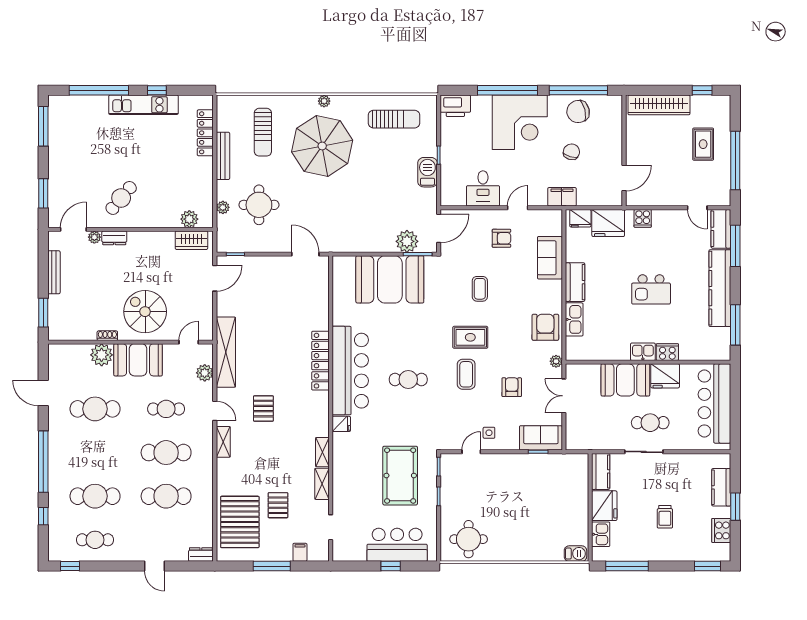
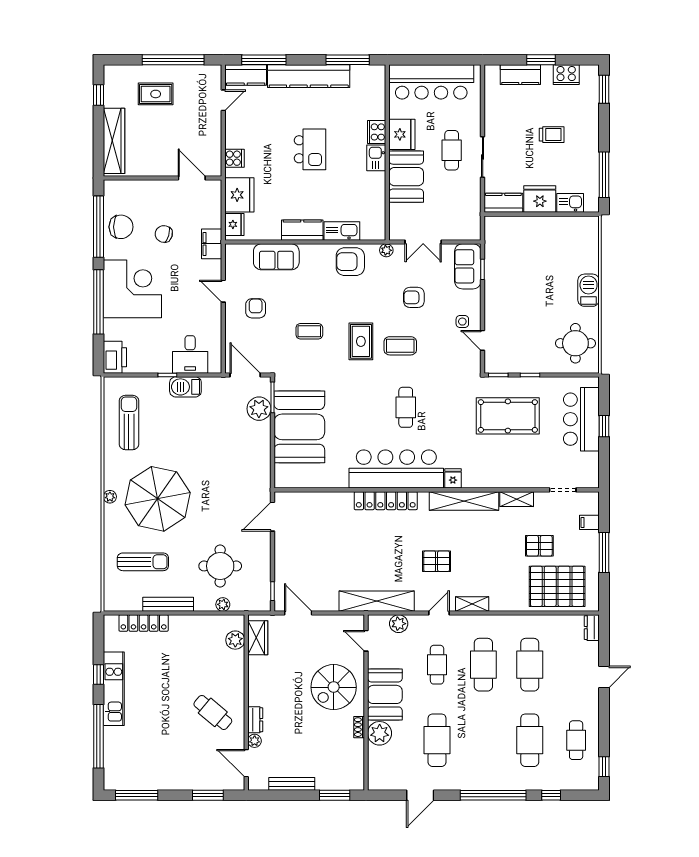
chair: (578, 112) -> (121, 227), turned -77
desk: (483, 188) -> (190, 354), moved, turned 90
shelving: (322, 452) -> (464, 501), width x2.20, depth x1.33
barbecue: (575, 554) -> (589, 290), moved, width x1.38, depth x1.27

